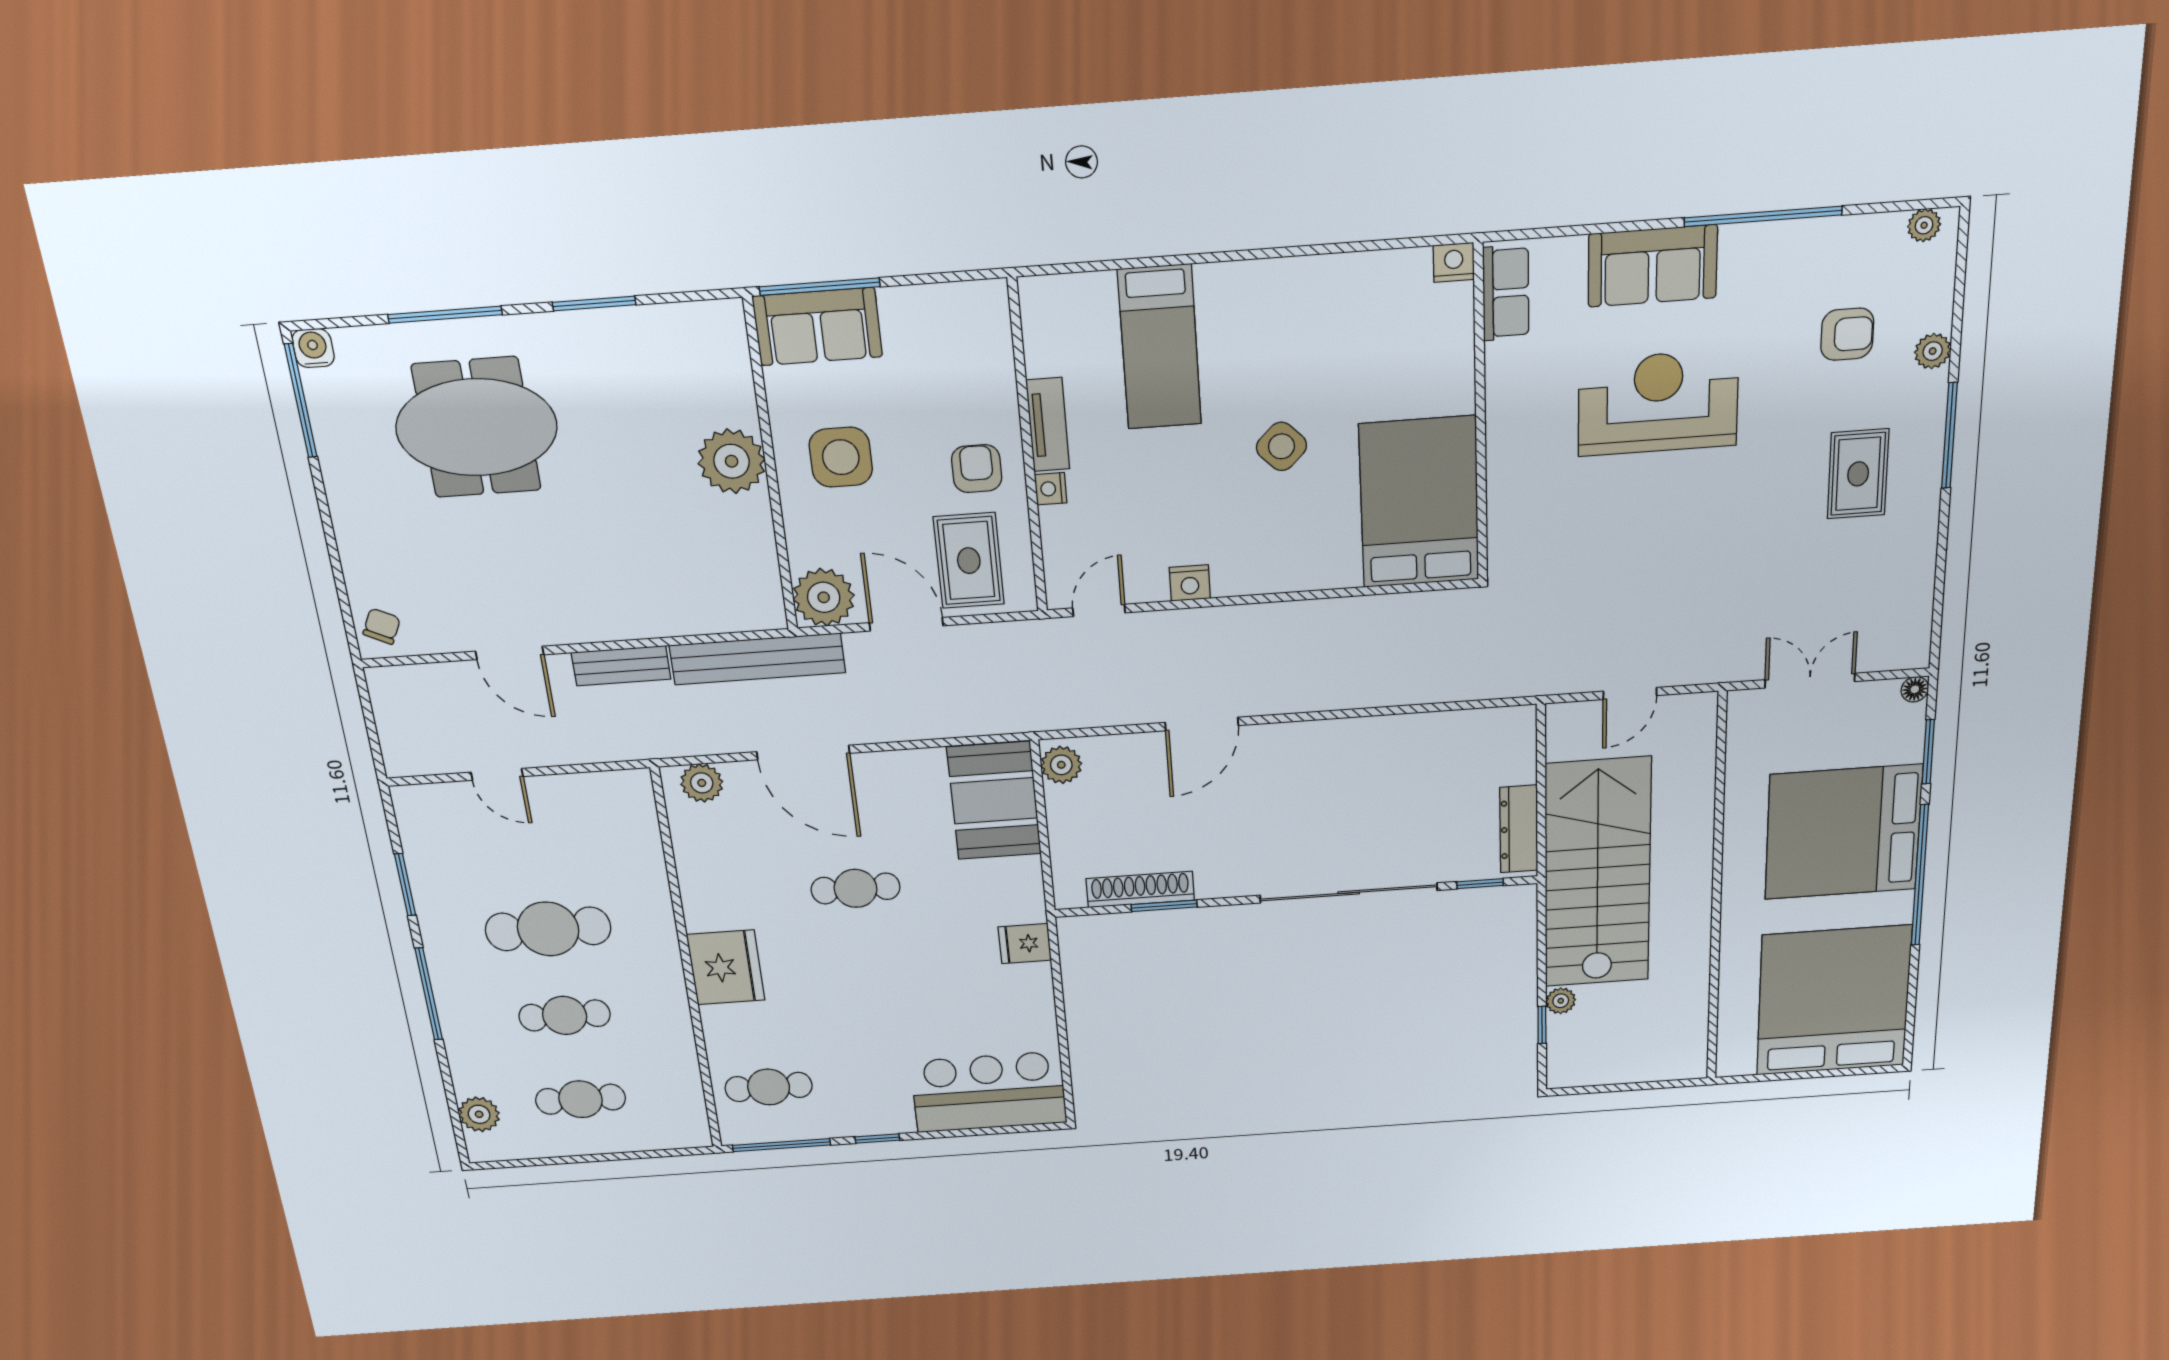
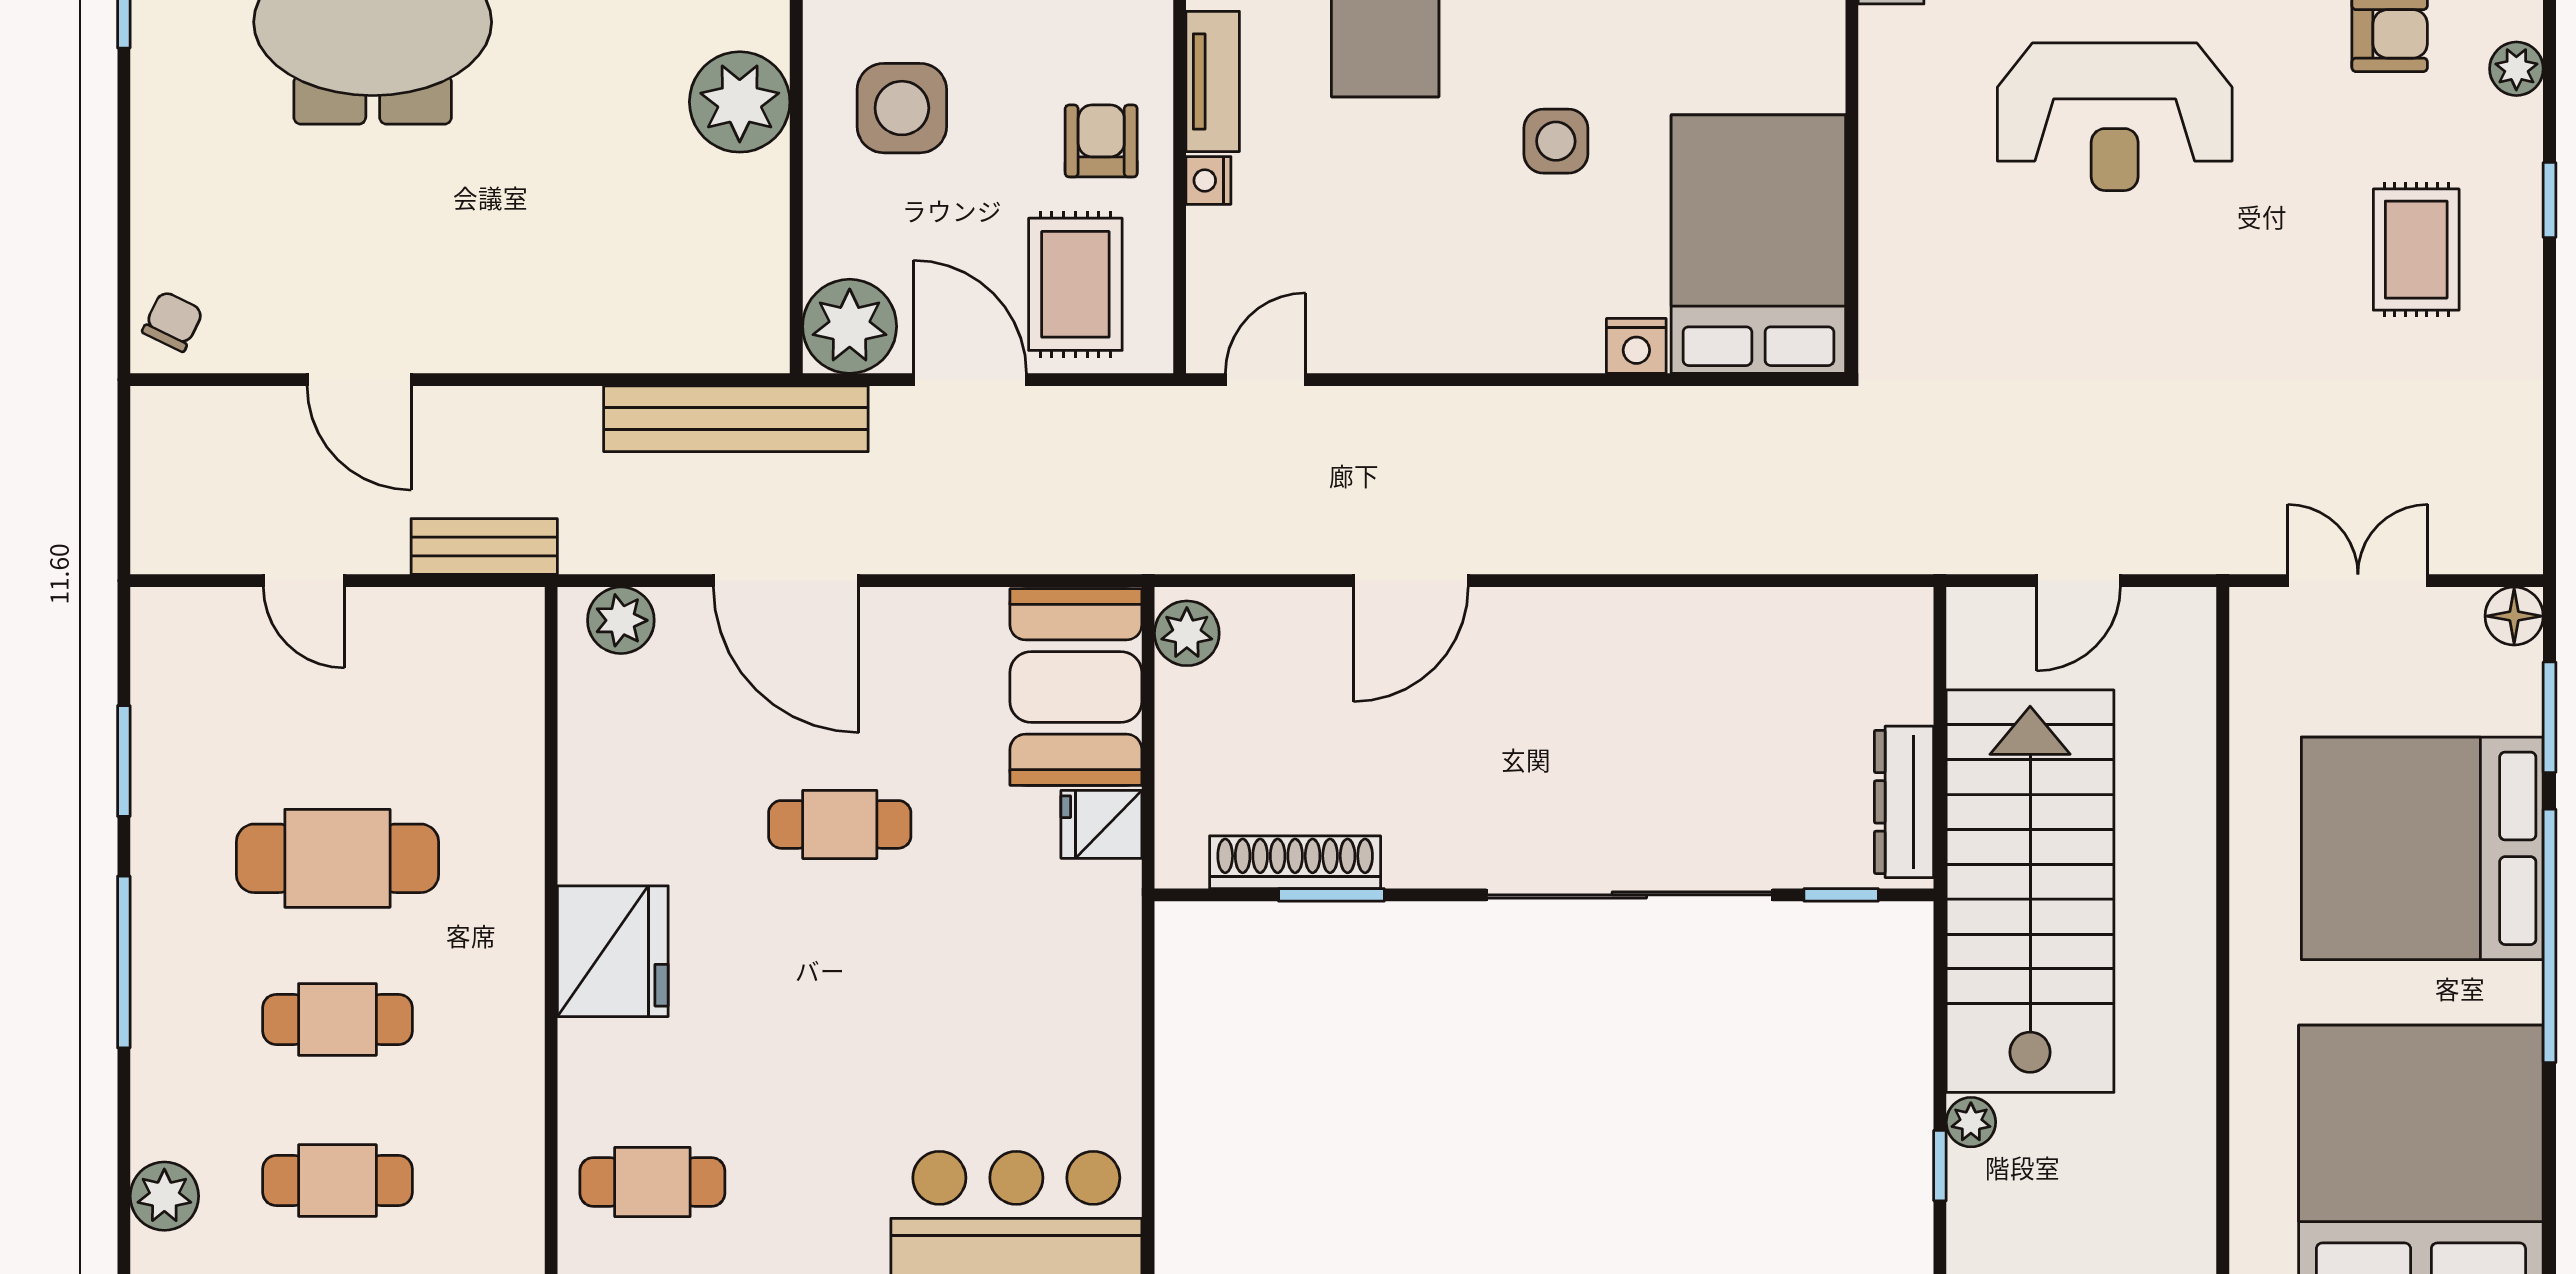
reception desk: (1658, 403) -> (2115, 117), turned 180
window: (1949, 436) -> (2549, 200), width x0.46
side table: (1281, 446) -> (1556, 141), turned 45
nightstand: (1190, 583) -> (1636, 346), moved
bench: (621, 666) -> (484, 547), moved
floor lamp: (1915, 689) -> (2514, 616), width x1.37, depth x1.37
fridge: (1025, 944) -> (1101, 824), moved

